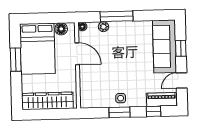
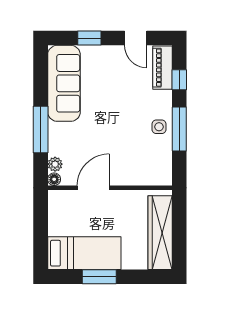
plant: (104, 27) -> (55, 164), moved
floor lamp: (61, 29) -> (57, 210), removed
sofa: (165, 46) -> (64, 83), moved, turned -90
bed: (37, 49) -> (84, 253), width x0.67
window: (119, 112) -> (179, 129), width x1.44

